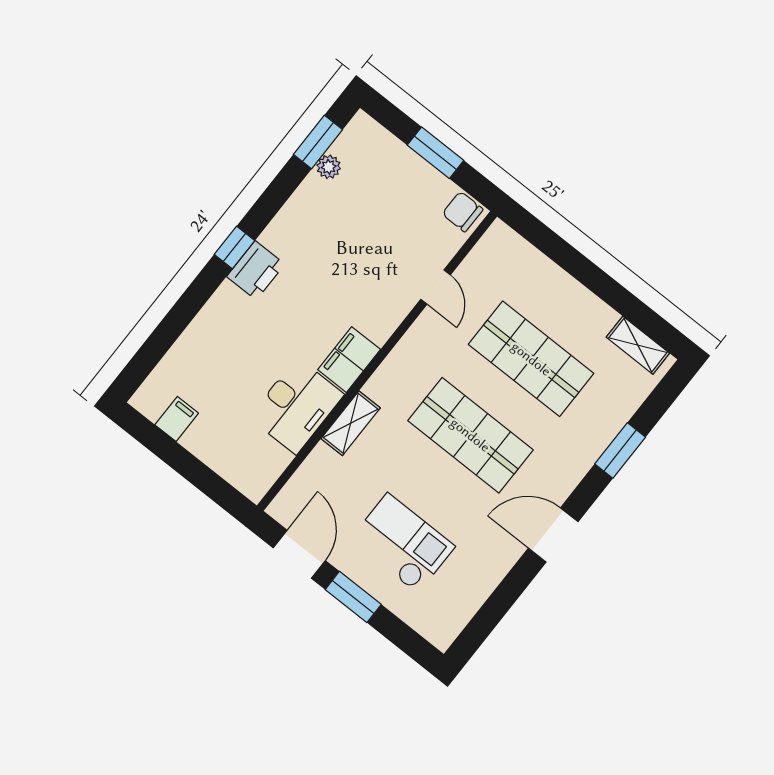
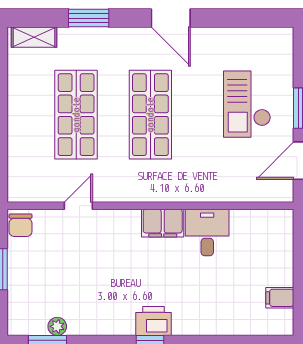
shelving: (638, 345) -> (34, 37), moved, turned 90
desk: (296, 406) -> (207, 232), width x0.73
shelving: (351, 423) -> (200, 192), removed

